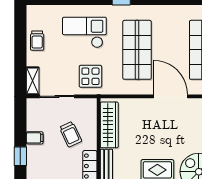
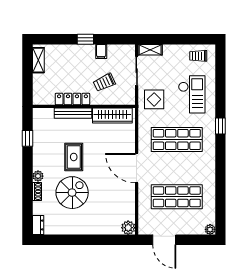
trolley: (37, 41) -> (198, 56), moved
door: (170, 96) -> (137, 168), swing flipped

